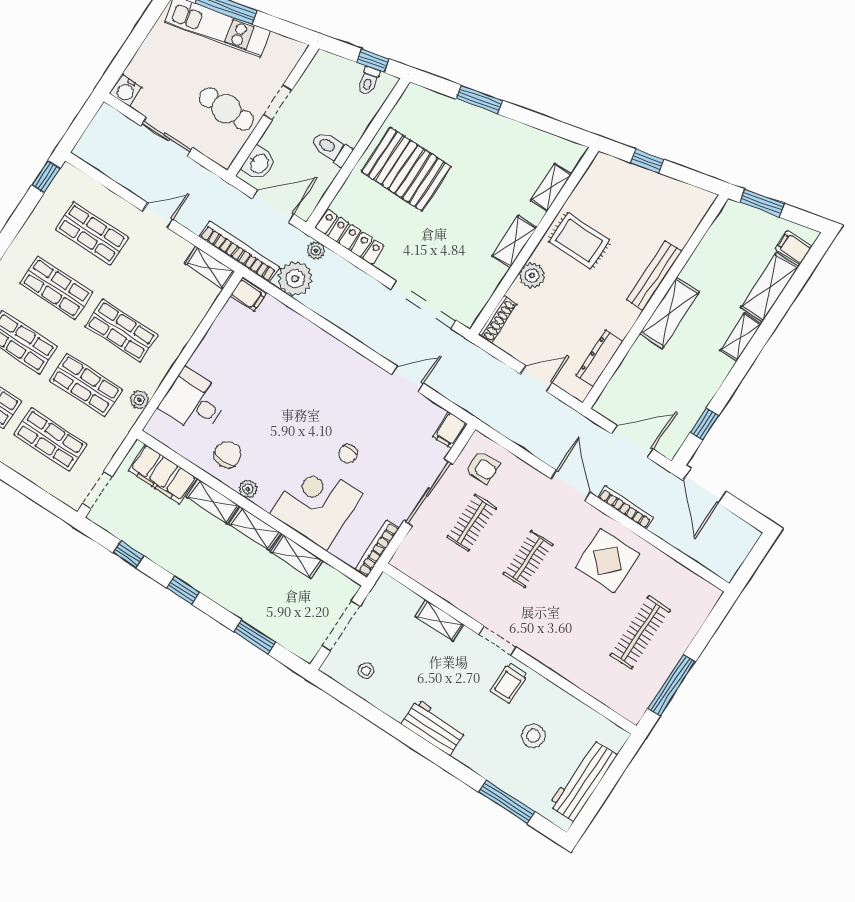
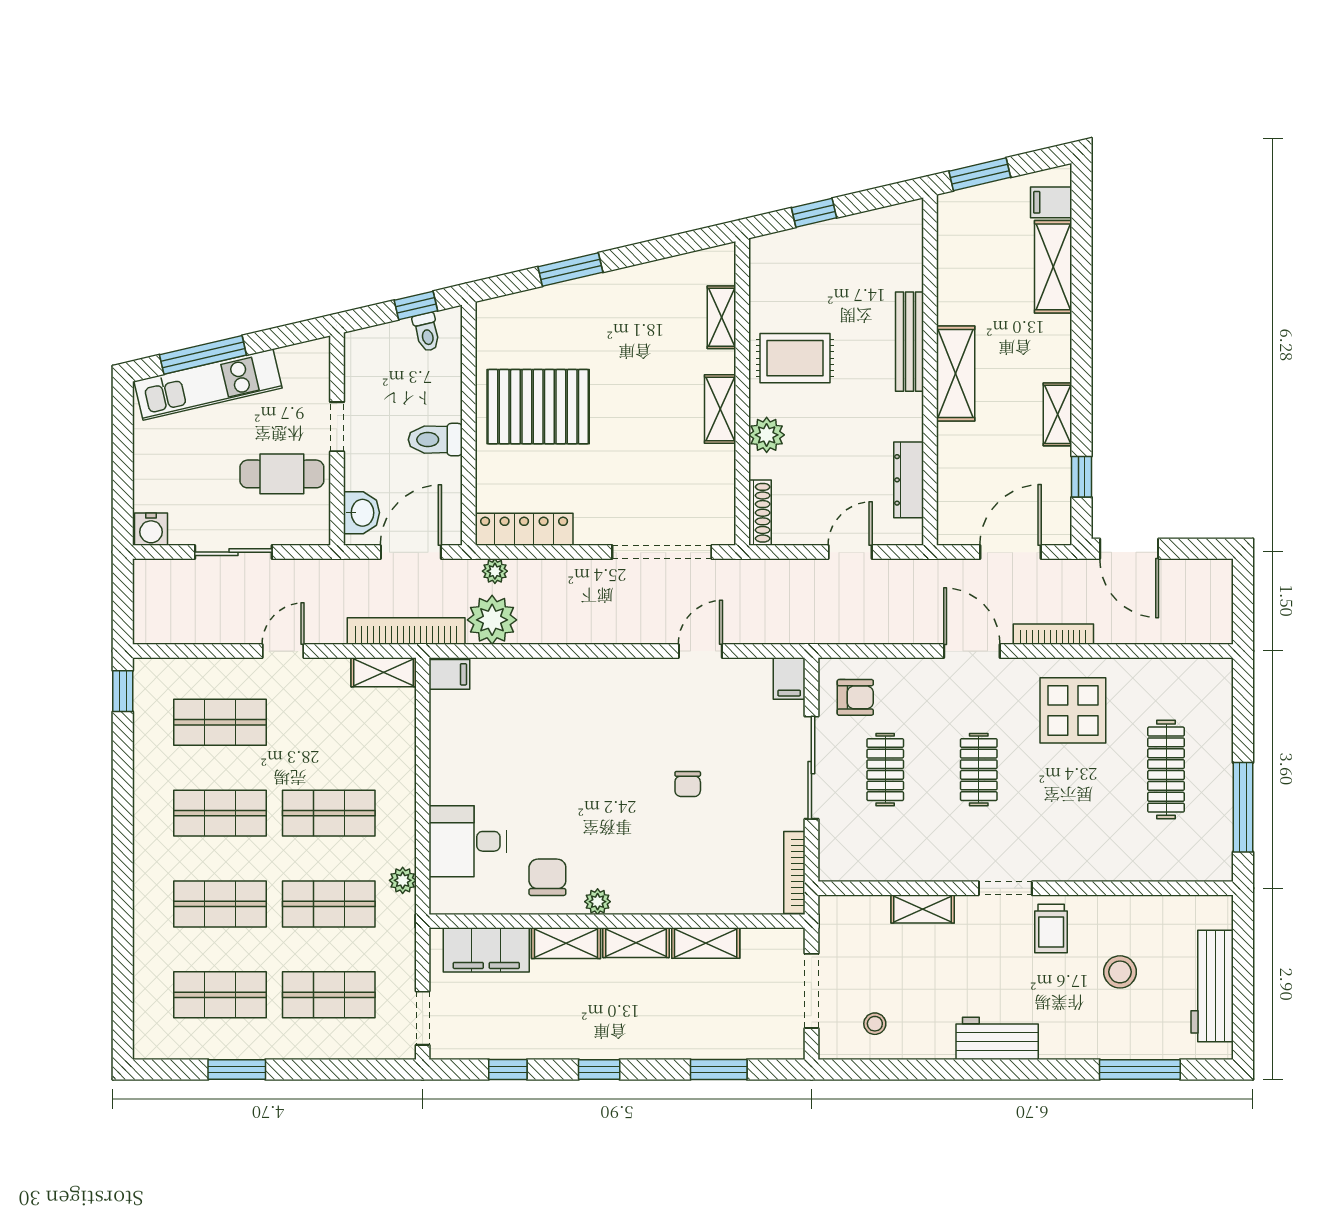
shelving: (741, 337) -> (1058, 414), moved
corner desk: (316, 504) -> (689, 867), removed

